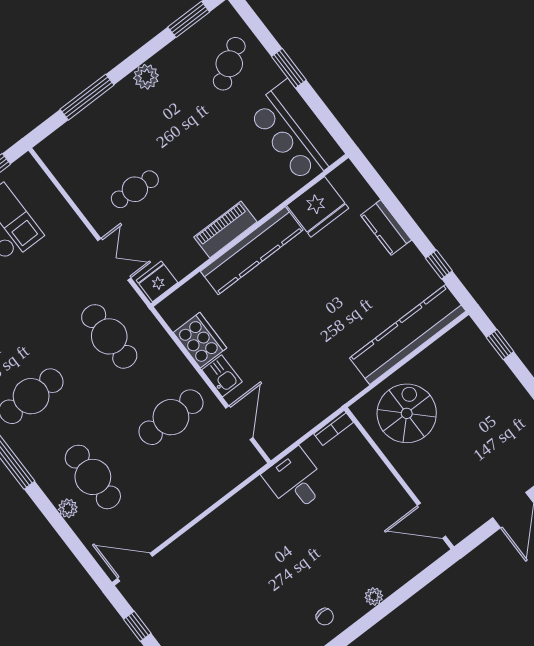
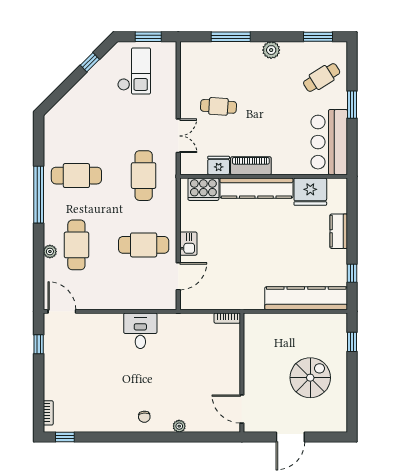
fridge: (157, 281) -> (219, 165), moved
cooker: (200, 340) -> (203, 189), moved, turned 90
spiral stairs: (407, 413) -> (310, 378), moved
desk: (295, 480) -> (140, 331), moved

